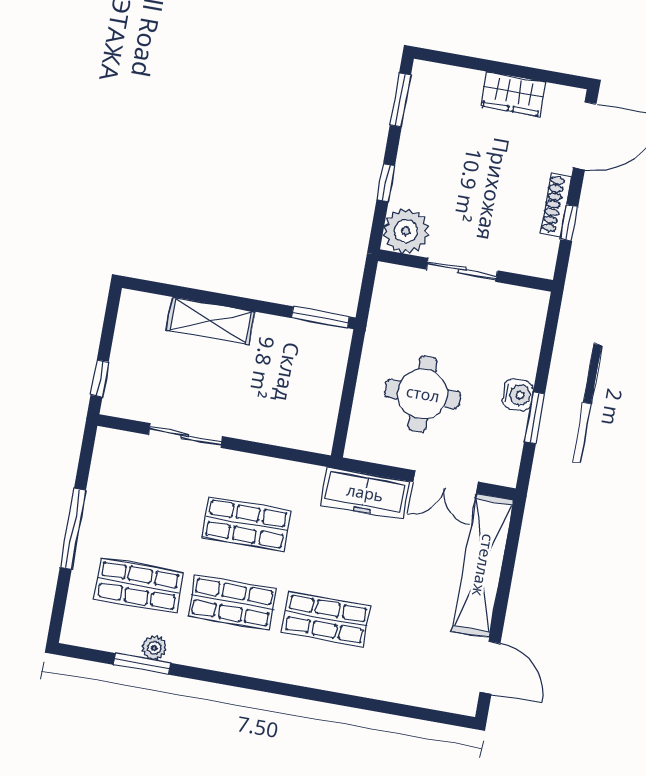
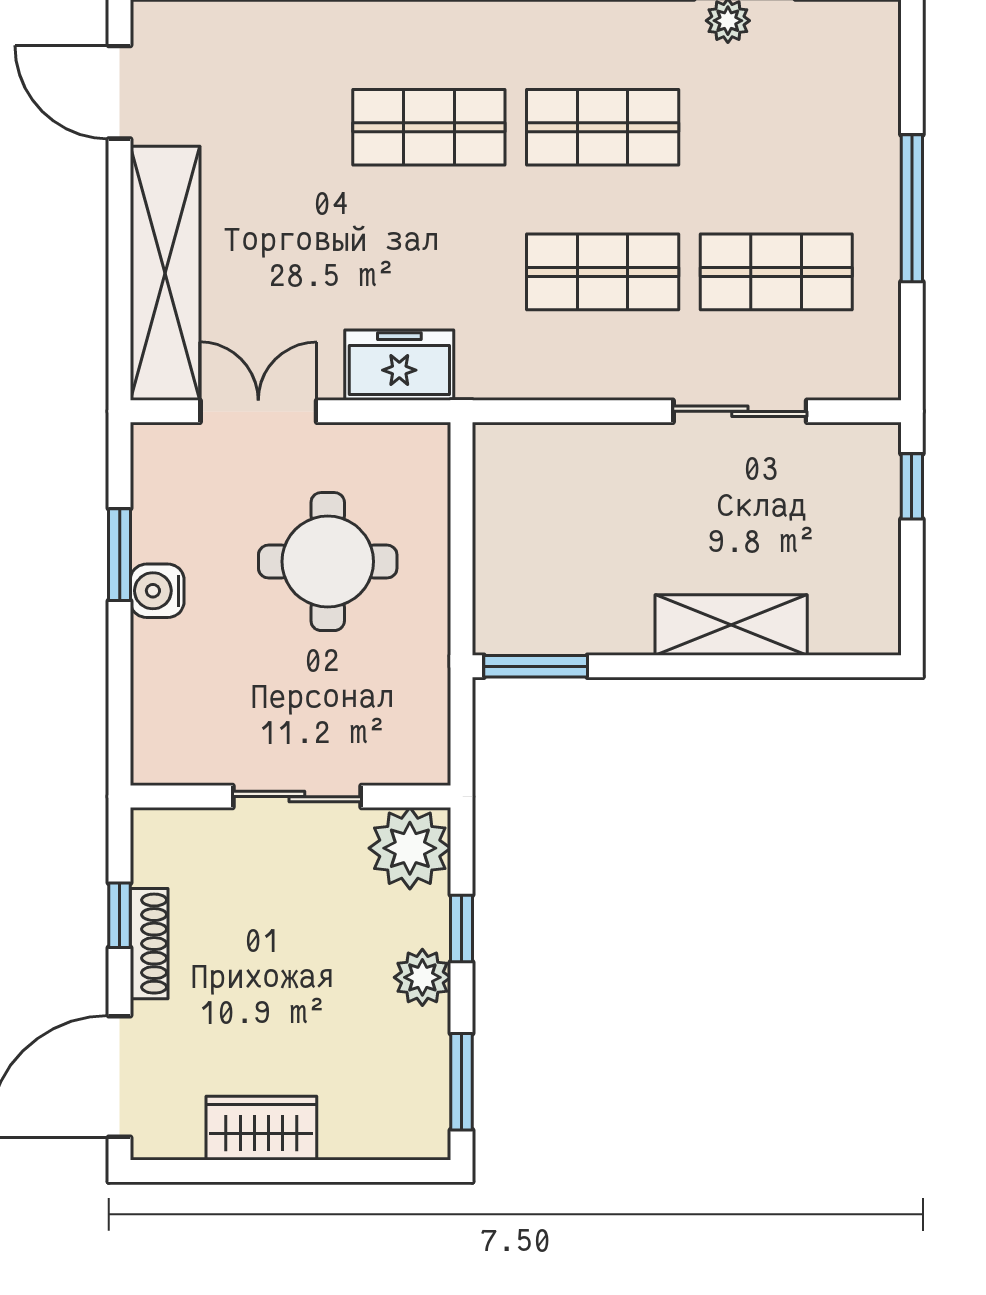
plant: (412, 160) -> (422, 977), added
freezer: (365, 493) -> (399, 365), width x0.71
shop shelf: (138, 586) -> (776, 272), moved

